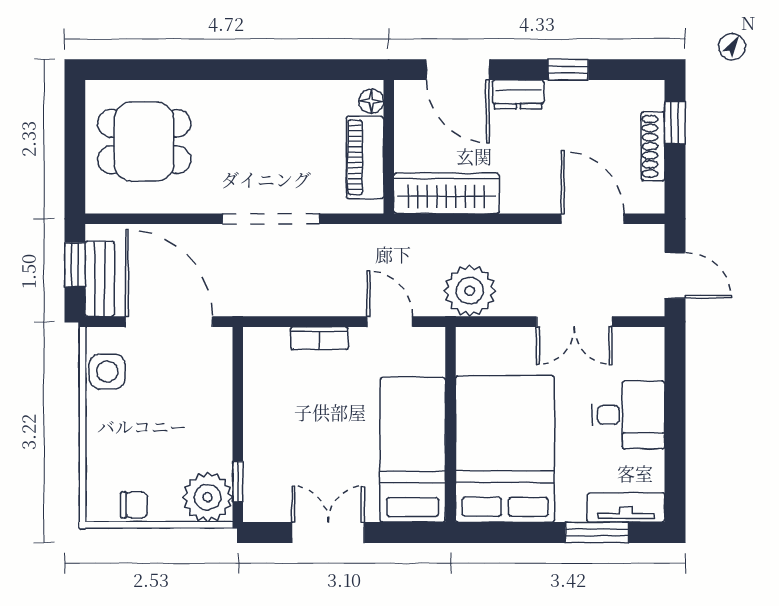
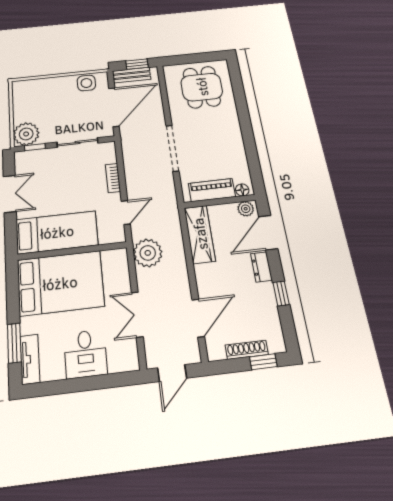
plant: (408, 102) -> (246, 209), added
sliding door: (238, 399) -> (78, 143), added
chair: (134, 505) -> (21, 101), removed

